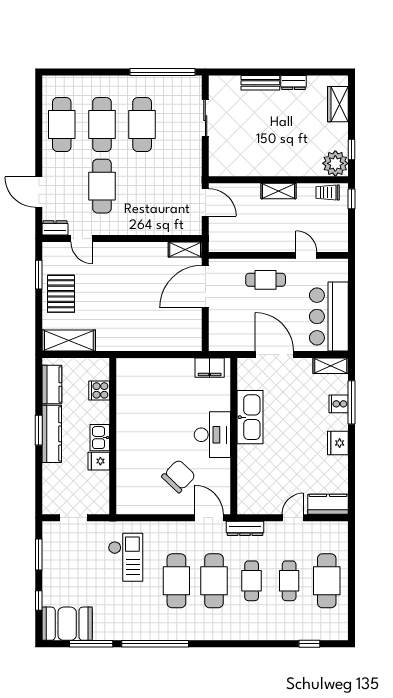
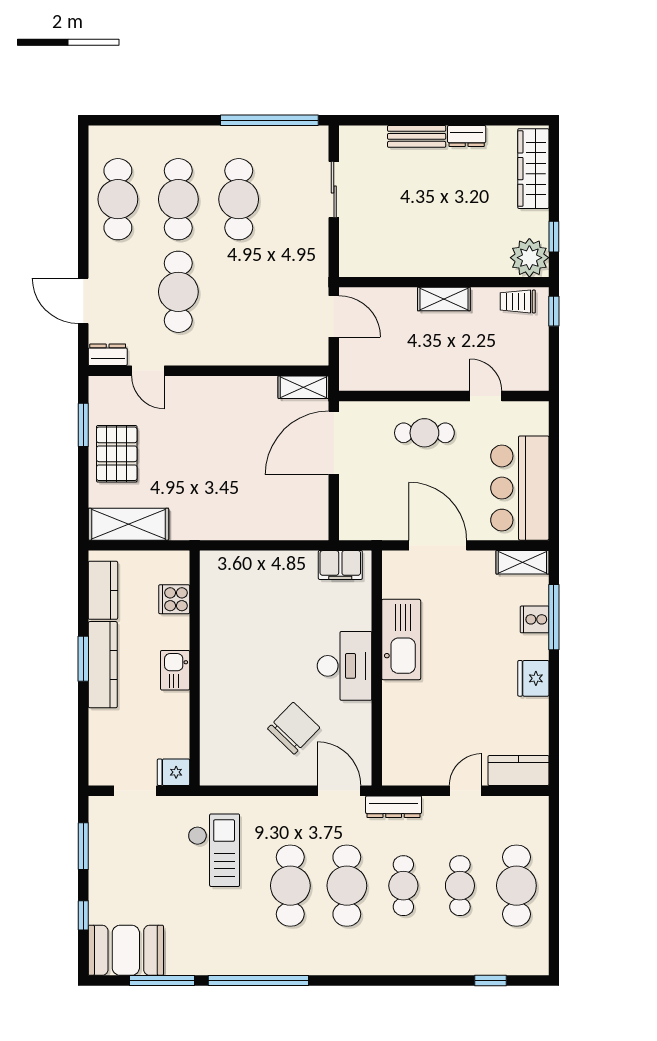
wardrobe: (338, 104) -> (533, 169), width x1.50
fridge: (99, 461) -> (174, 772), moved

